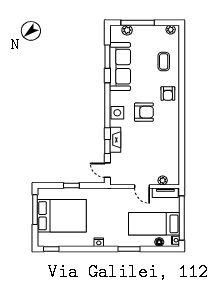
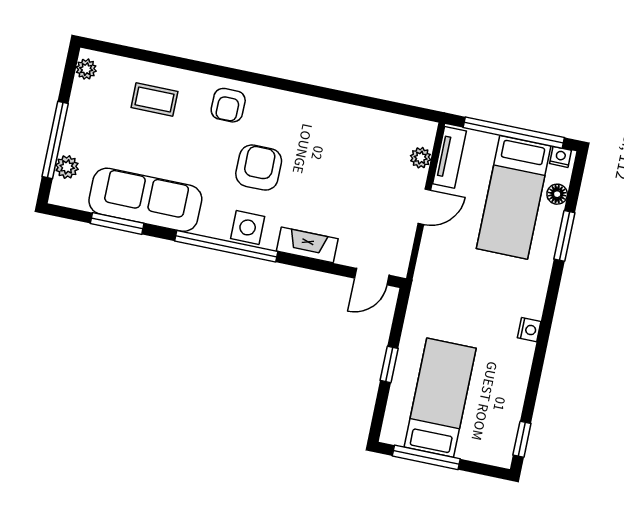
armchair: (168, 94) -> (228, 105), turned 90
window: (107, 147) -> (319, 266), removed
bed: (62, 216) -> (440, 398), width x0.67
window: (129, 249) -> (564, 236), moved

